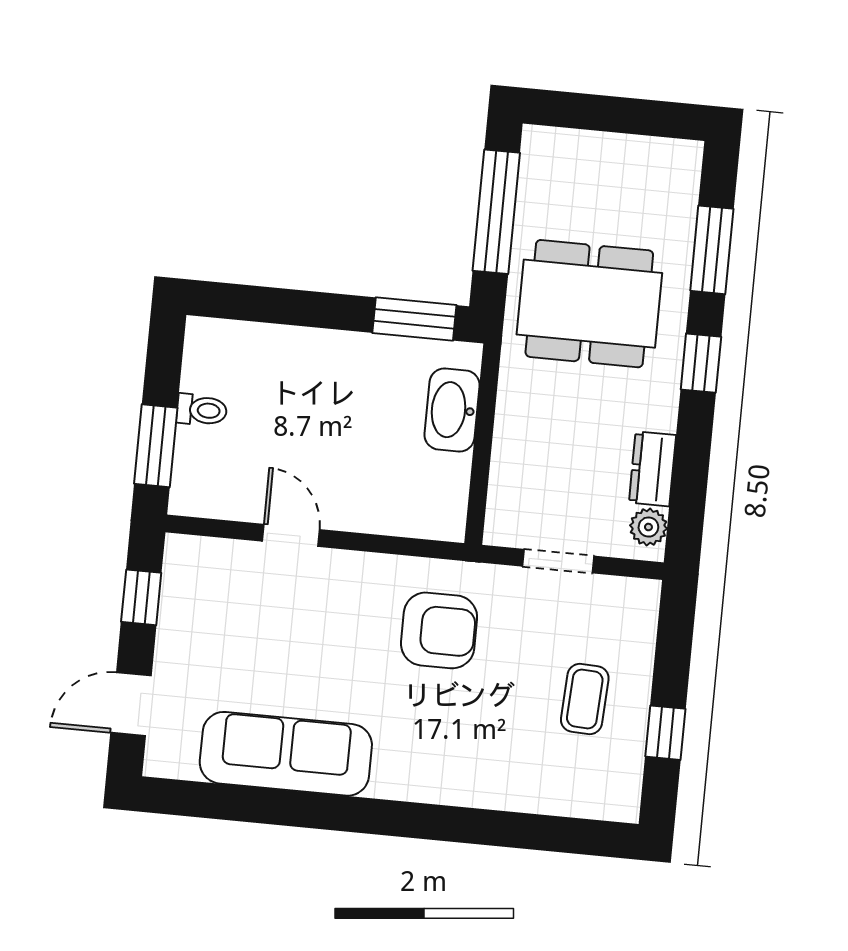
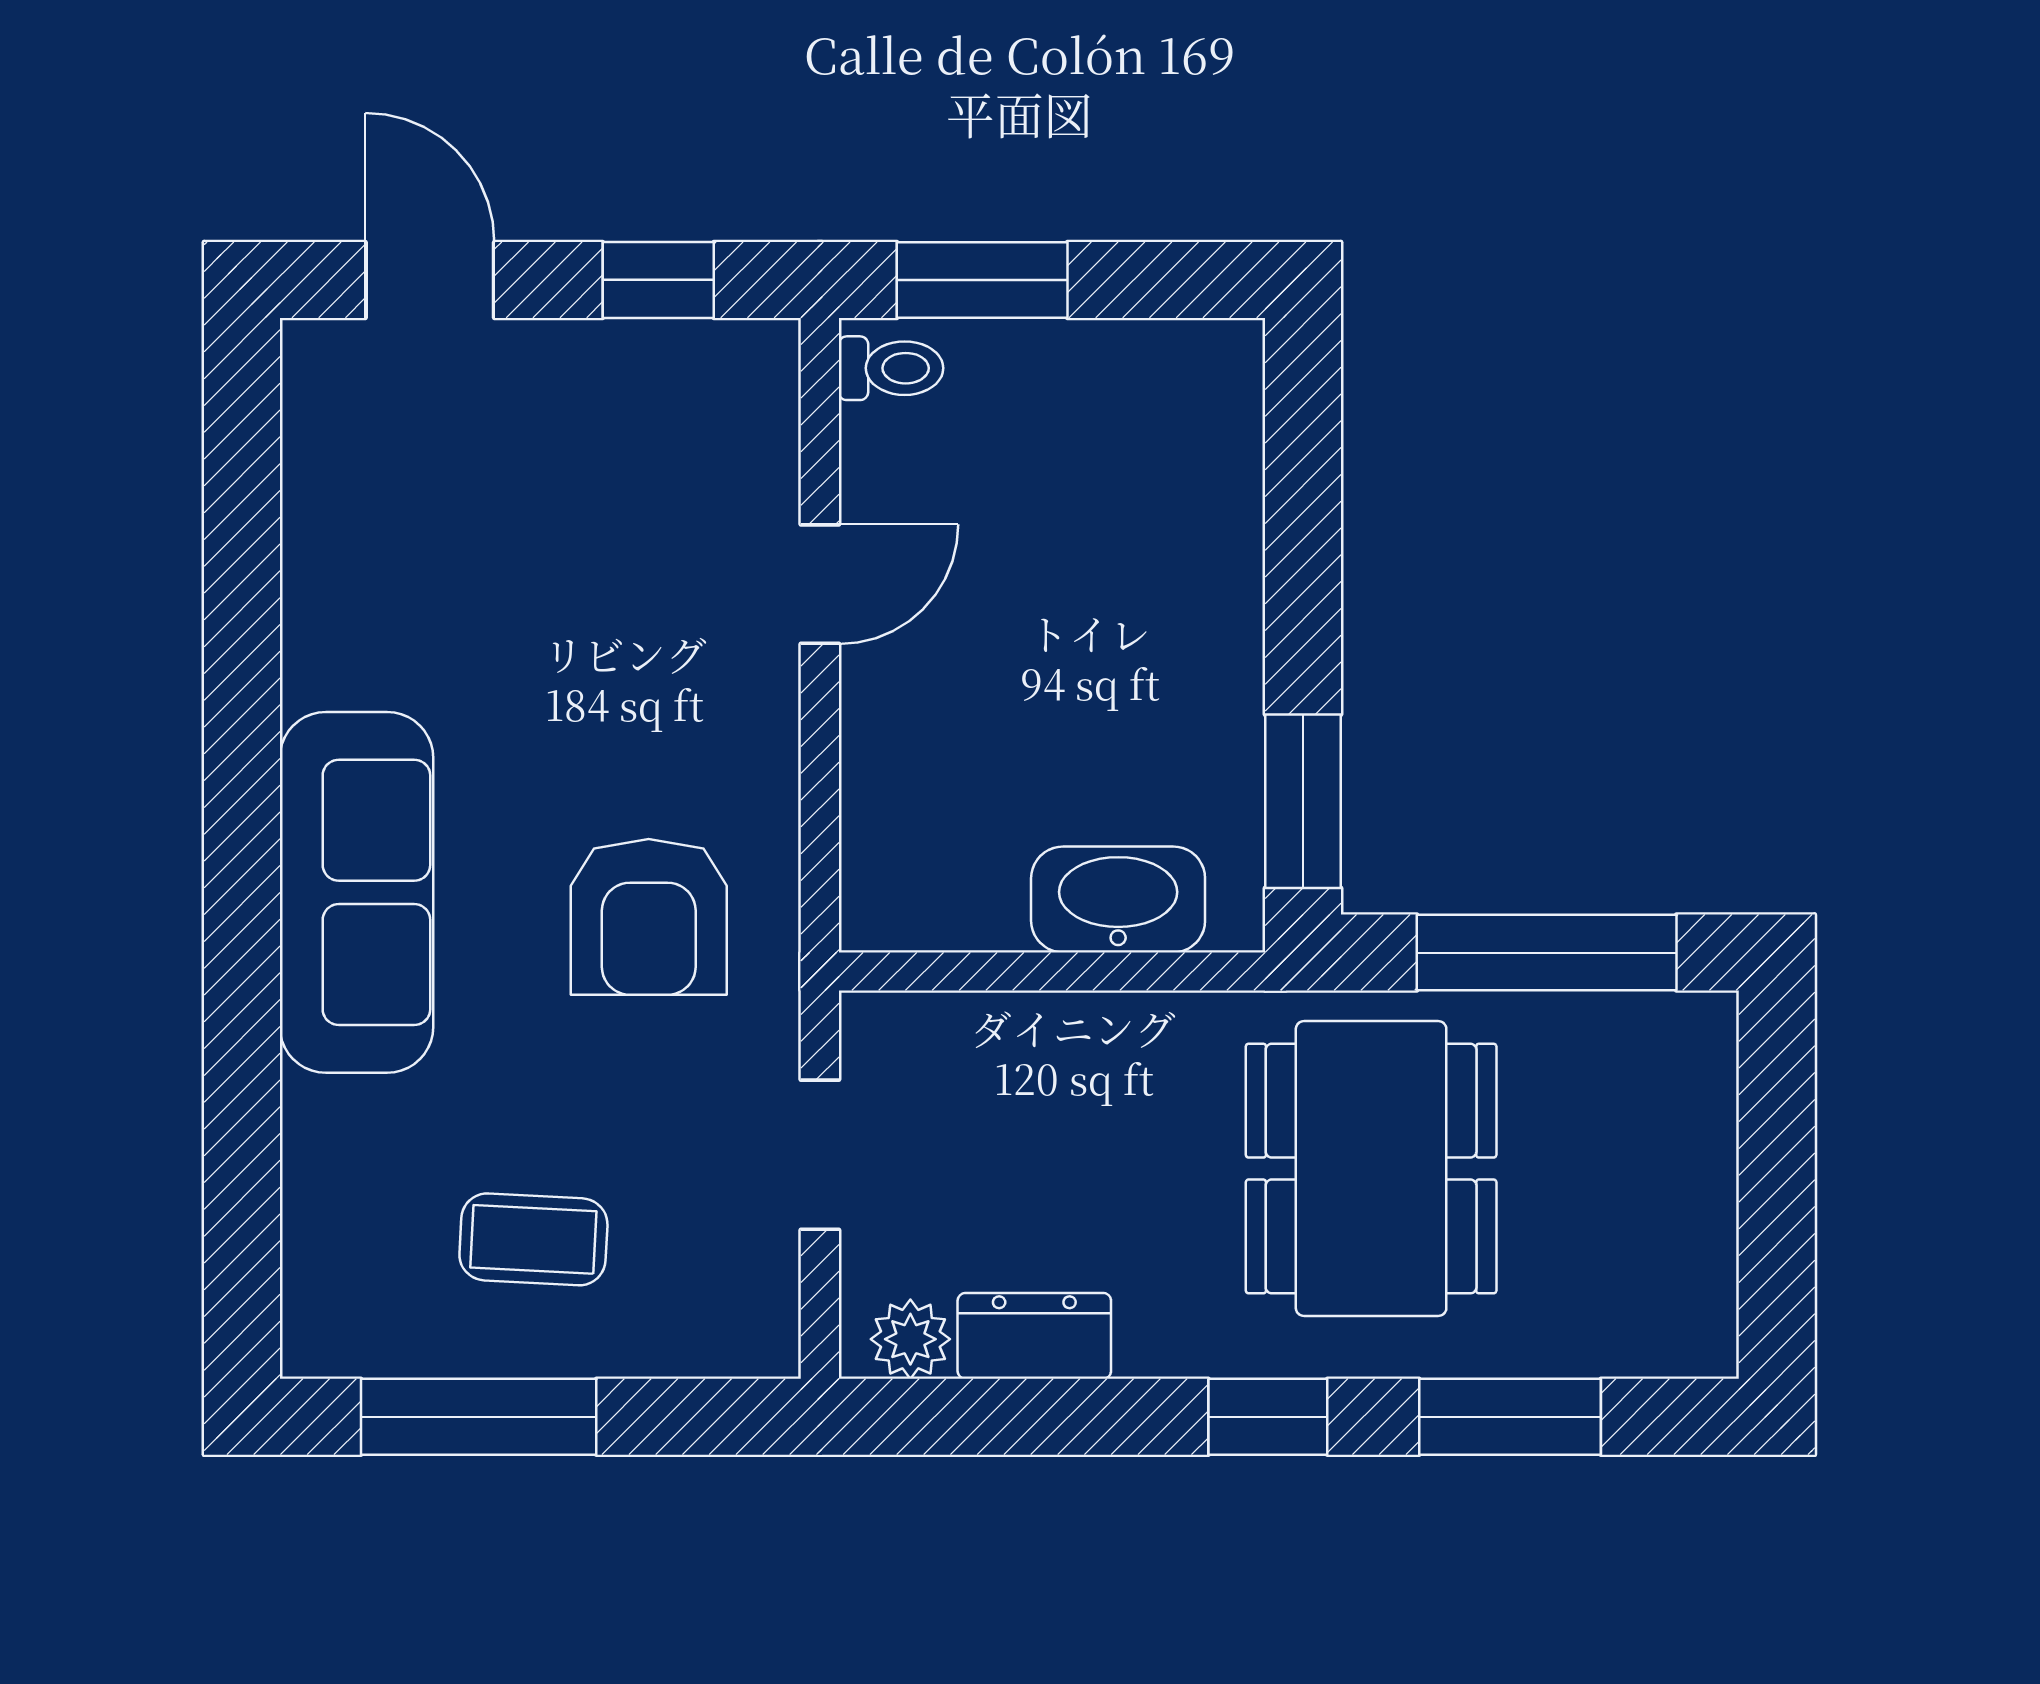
toilet: (202, 410) -> (891, 368), moved, turned -90
window: (665, 733) -> (479, 1417), width x2.17
sofa: (286, 754) -> (357, 892), moved

